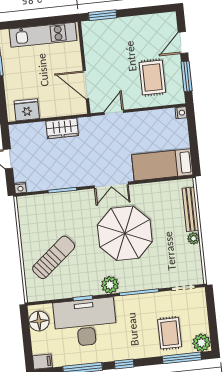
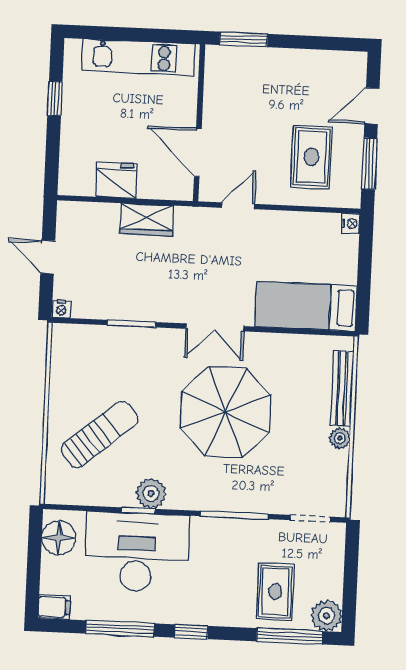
fridge: (27, 110) -> (116, 180), moved
plant: (110, 285) -> (151, 493), moved

